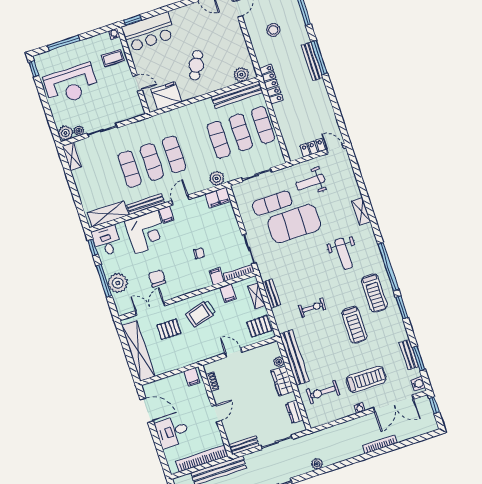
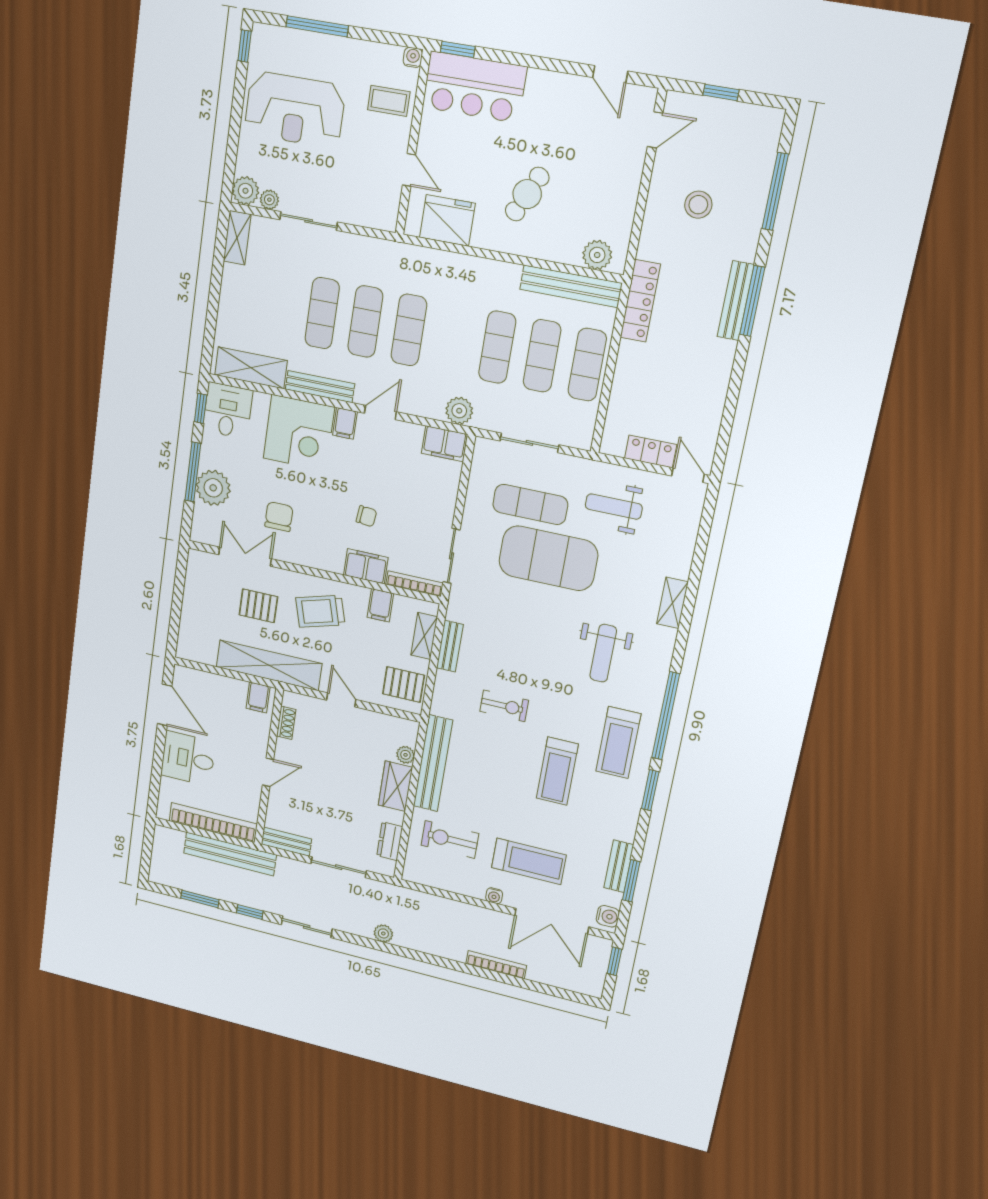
filing cabinet: (217, 276) -> (366, 566), width x2.00
shelving: (138, 351) -> (269, 665), moved, turned 90

